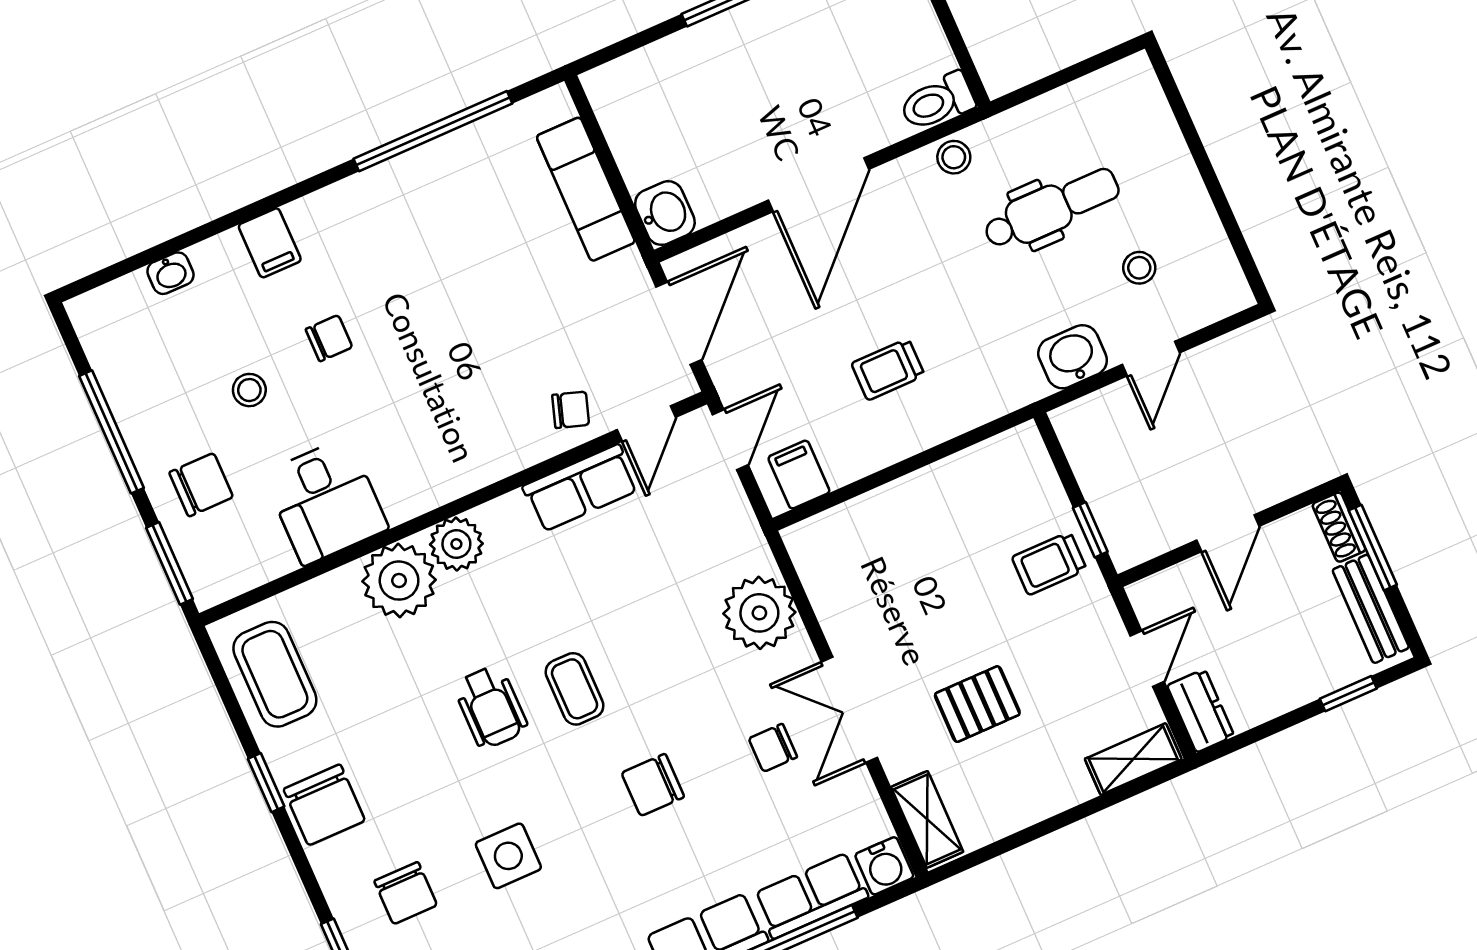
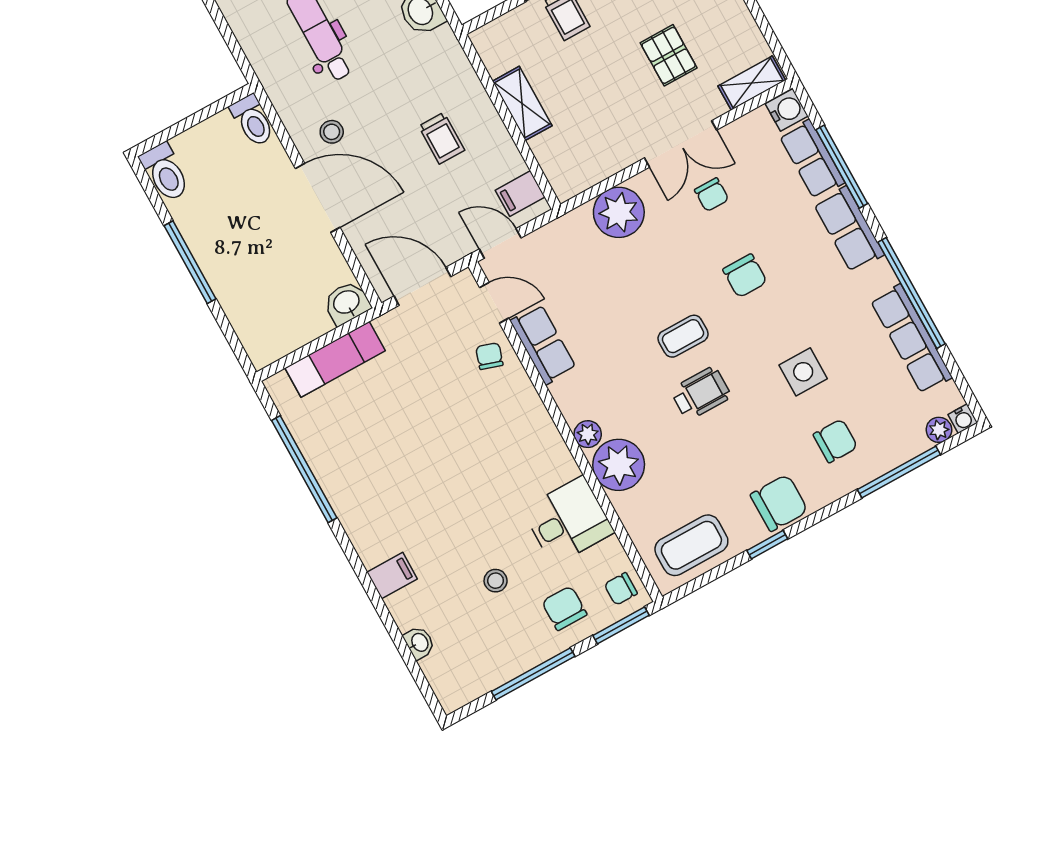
stool: (954, 157) -> (332, 132), moved
chair: (329, 338) -> (621, 589), moved, turned -90
shelving: (927, 489) -> (522, 103), added
plant: (456, 544) -> (588, 434), width x0.73, depth x0.73

